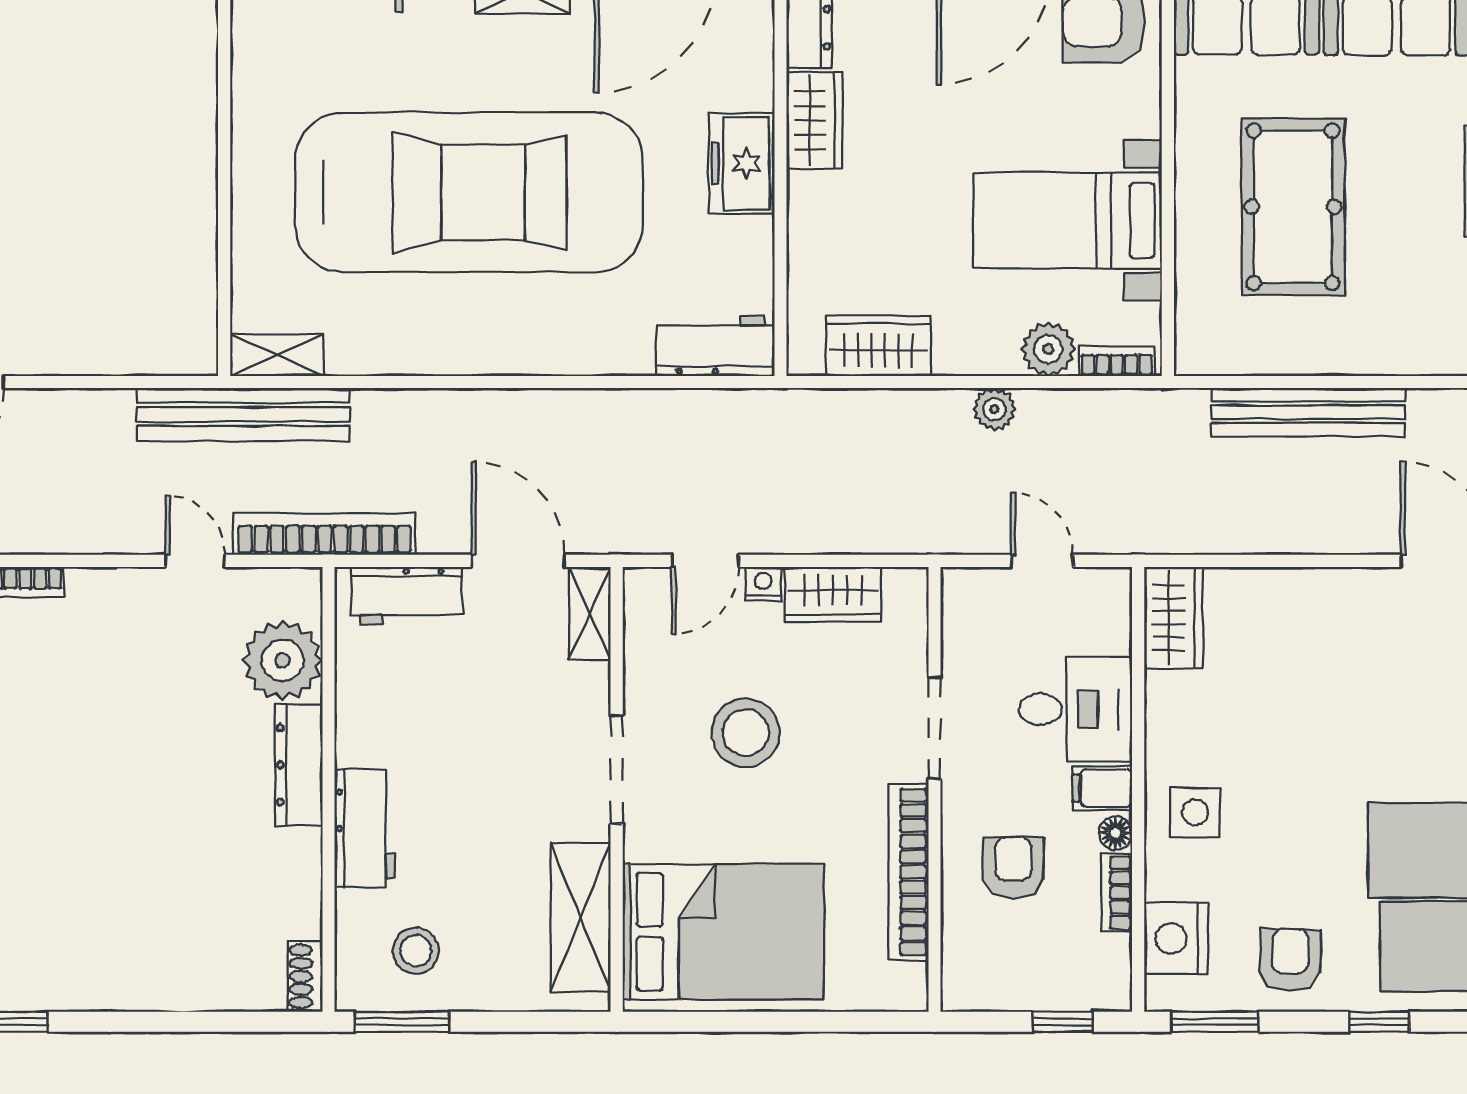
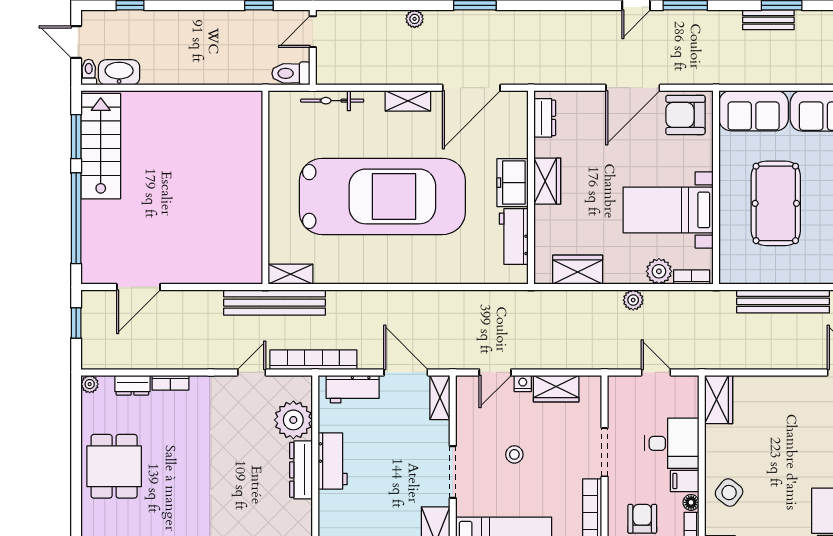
wardrobe: (814, 120) -> (547, 181), moved
workbench: (715, 346) -> (514, 236), moved, turned -90
door: (195, 561) -> (252, 372), hinge flipped
stool: (746, 733) -> (514, 454), width x0.53, depth x0.53
side table: (1195, 812) -> (729, 493), turned 37
workbench: (365, 828) -> (333, 461), moved

